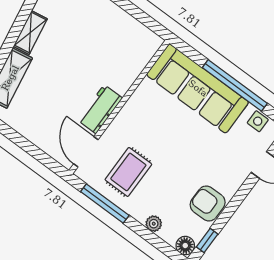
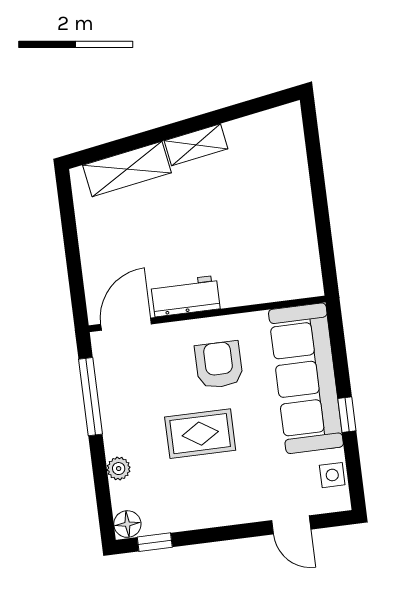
window: (235, 85) -> (347, 415), width x0.32
rug: (128, 172) -> (200, 434), moved
armchair: (208, 203) -> (219, 365), moved

